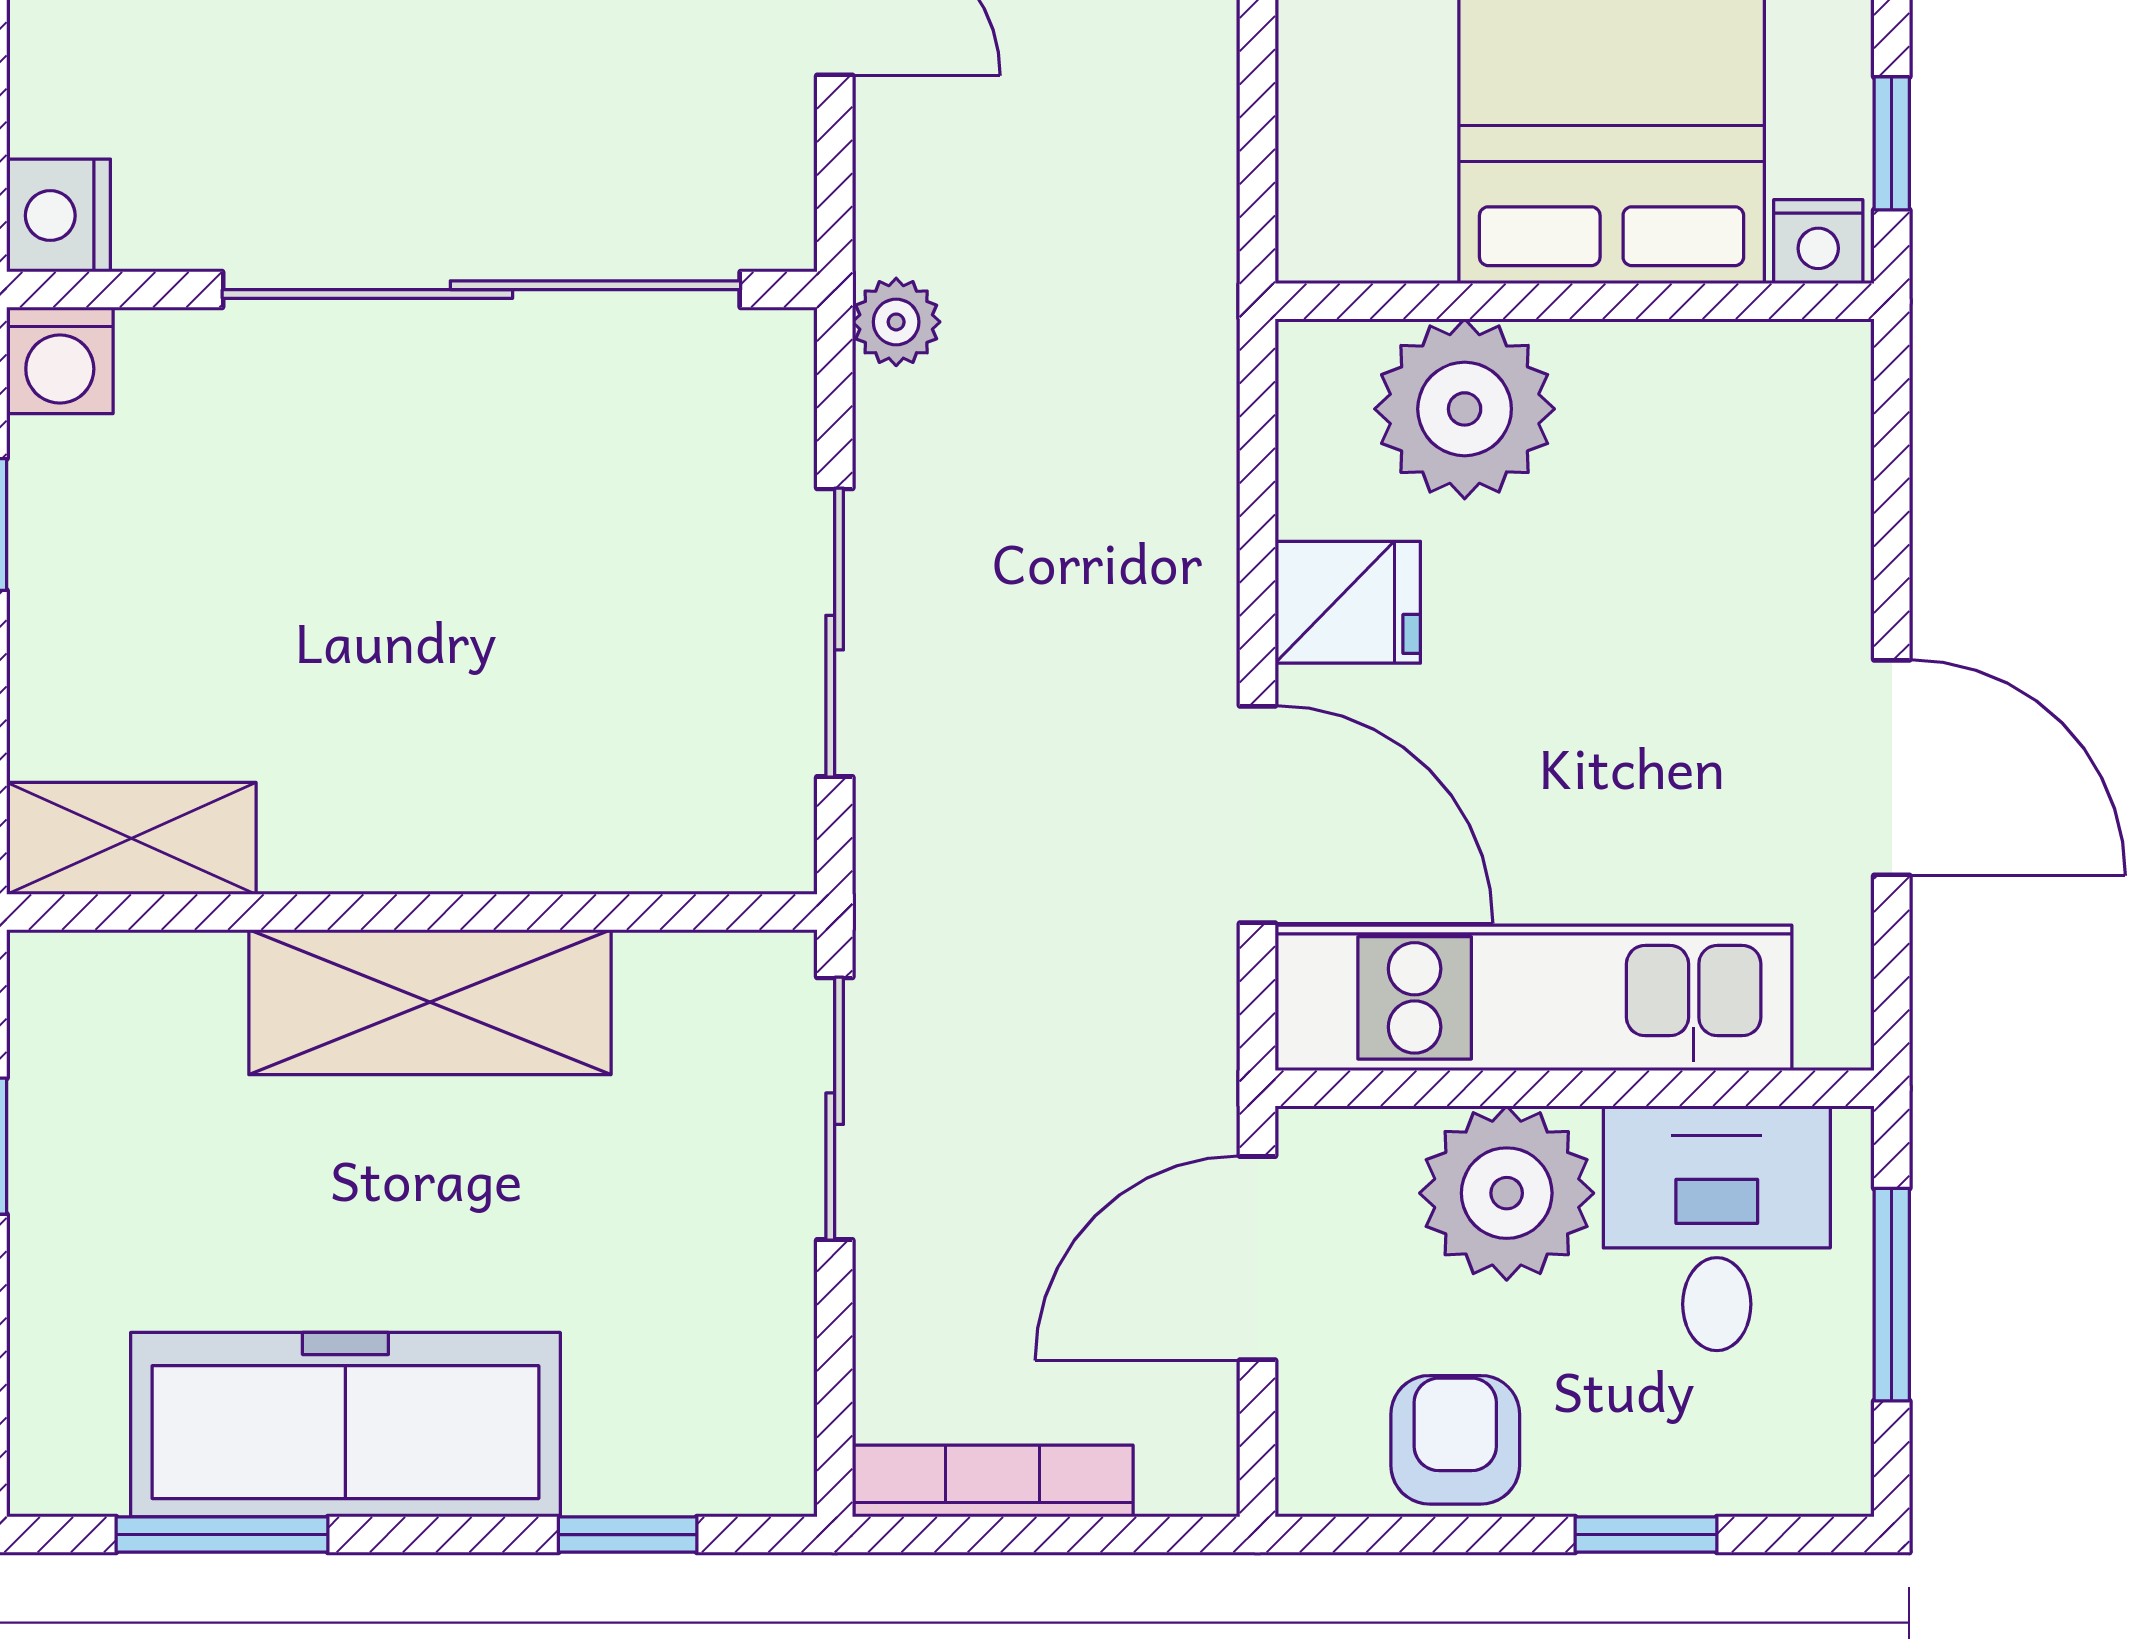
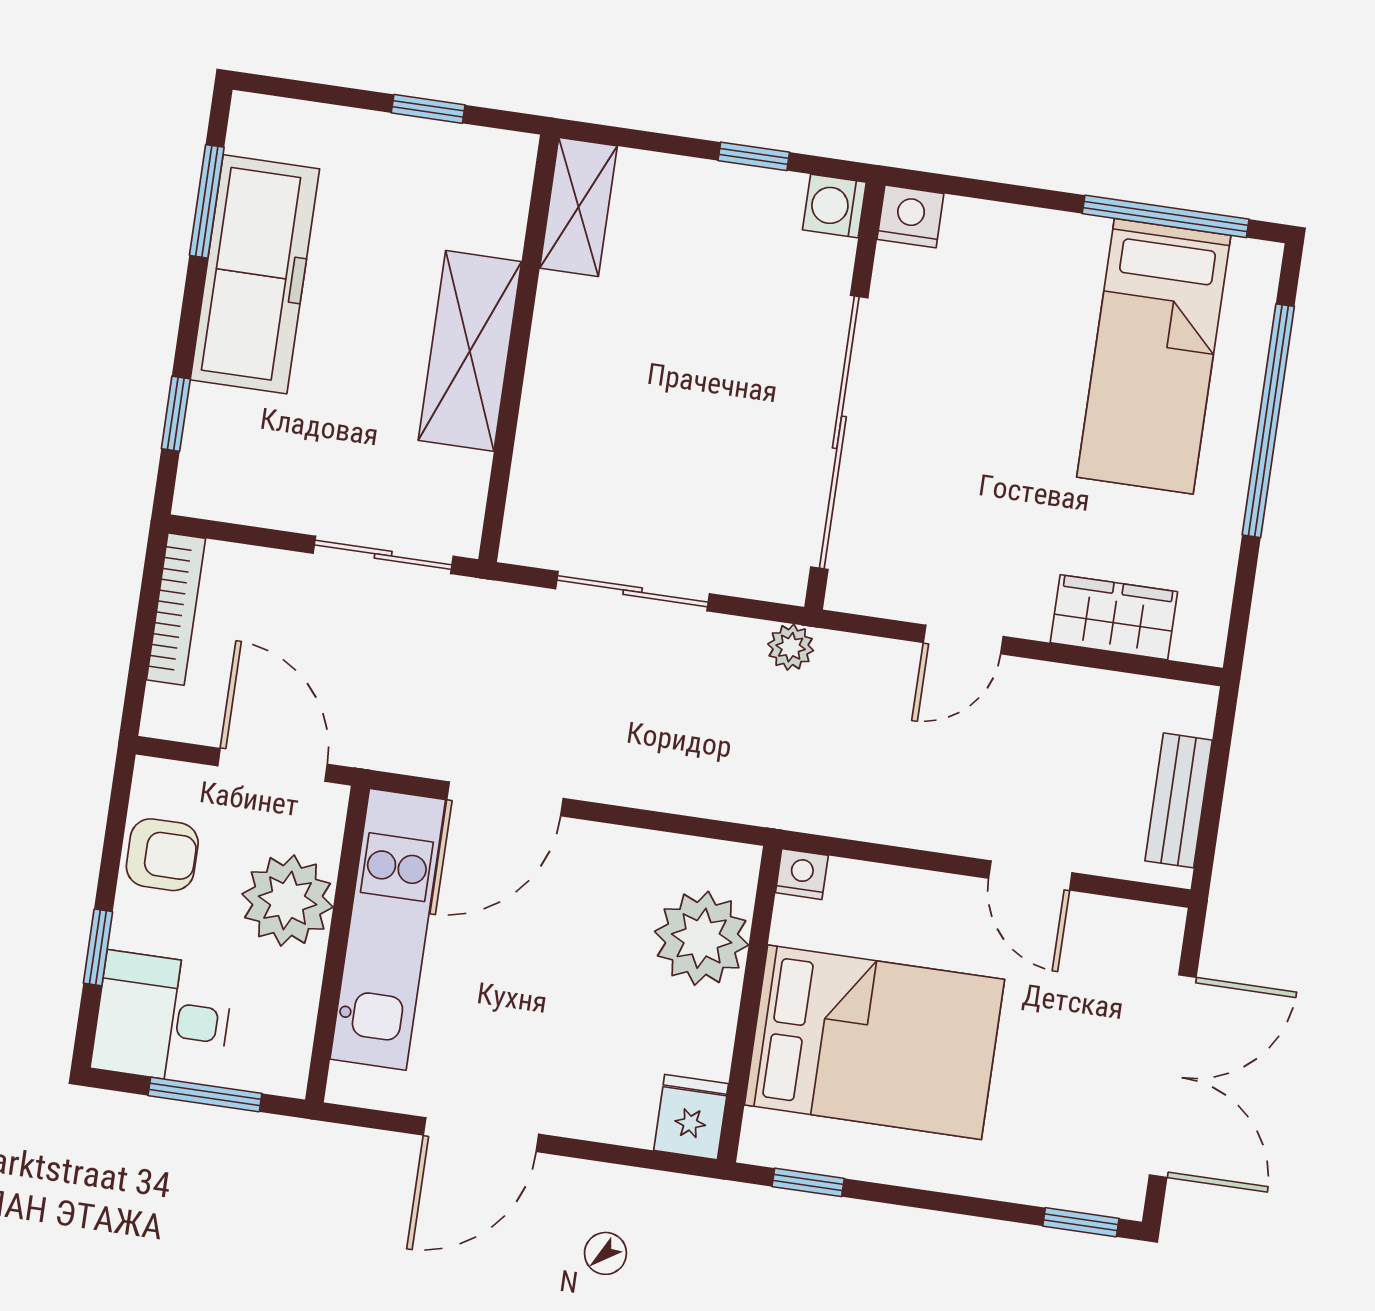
nightstand: (1818, 242) -> (802, 874), moved, turned 90
fridge: (1348, 602) -> (691, 1117), moved, turned 180
desk: (1717, 1228) -> (163, 1018), moved, turned 180

